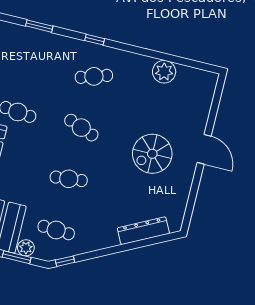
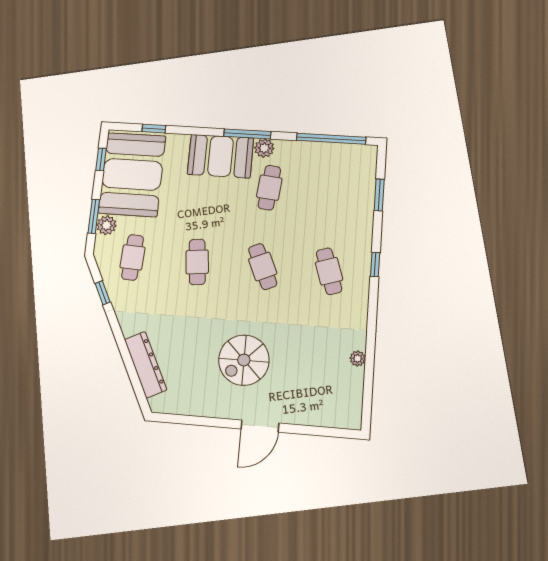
plant: (164, 72) -> (358, 359), width x0.53, depth x0.53
cafe table: (81, 128) -> (263, 267), turned -45
spiral stairs: (152, 154) -> (244, 360), turned -90
window: (65, 261) -> (103, 293), moved

